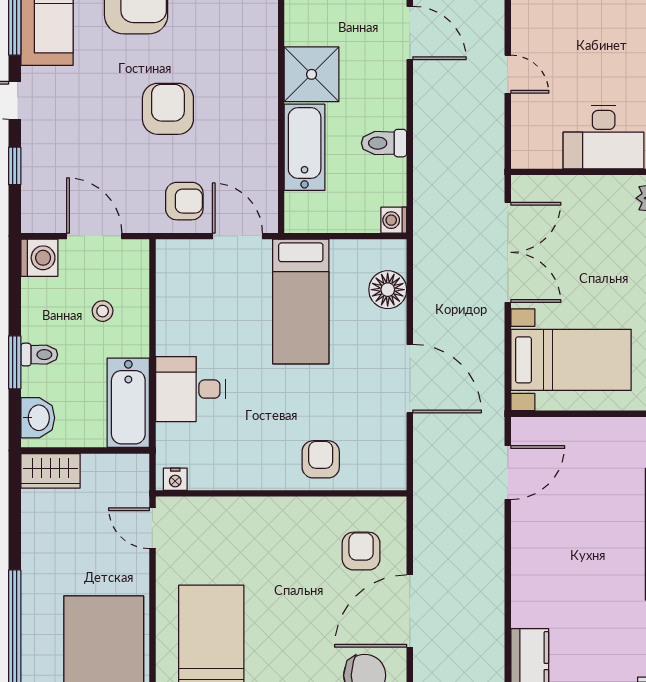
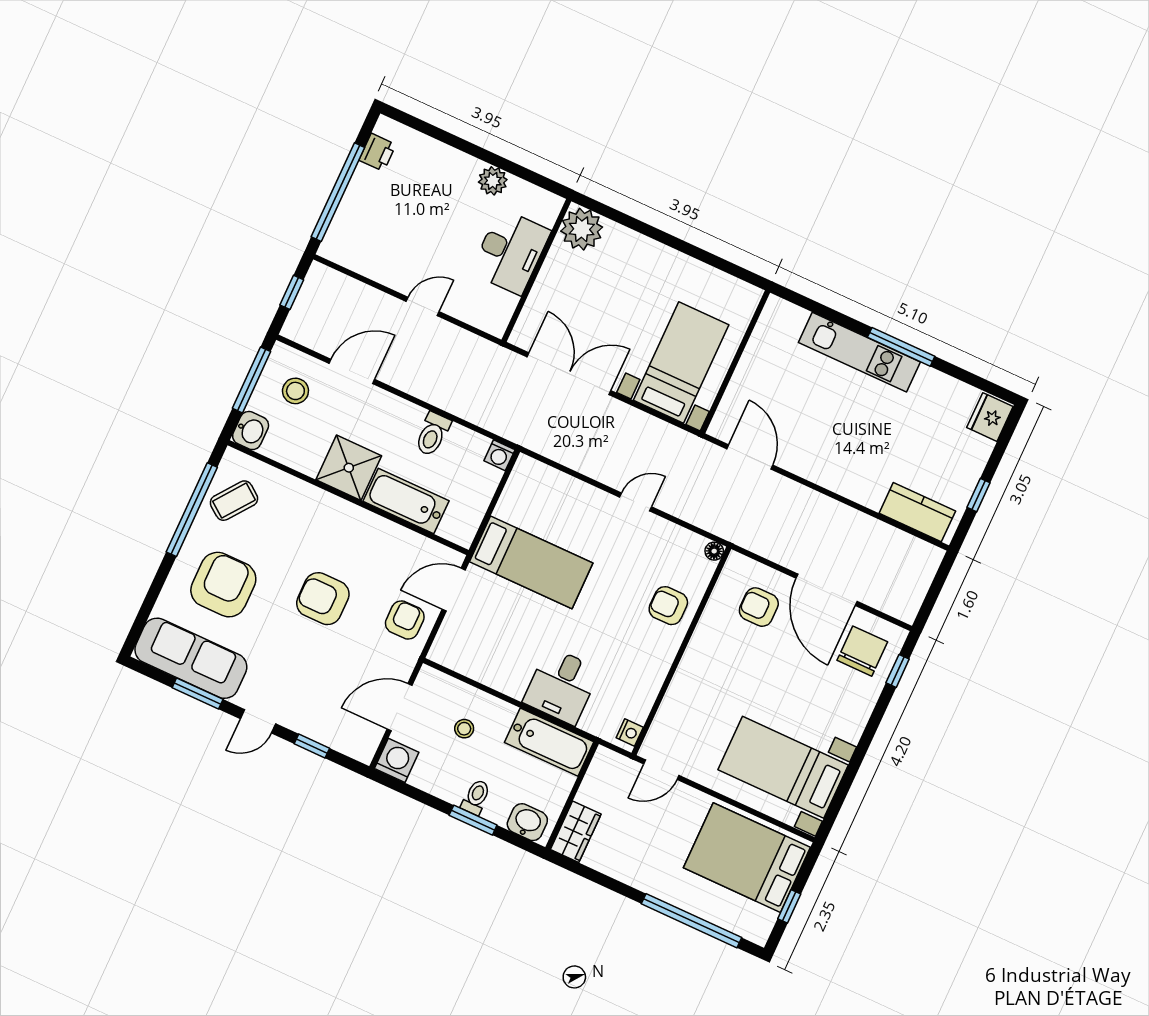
floor lamp: (388, 290) -> (714, 551), moved, width x0.53, depth x0.53
door: (410, 379) -> (636, 502), width x0.53

